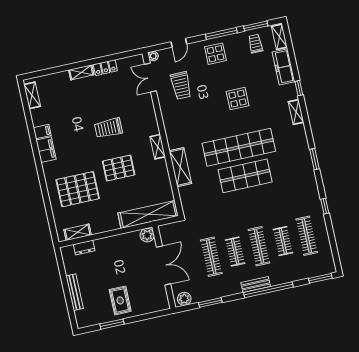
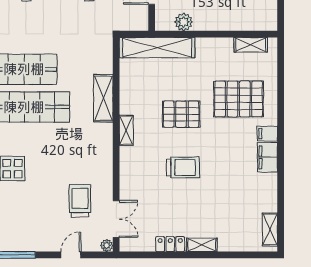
display table: (215, 54) -> (28, 231), removed
filing cabinet: (42, 132) -> (267, 134), moved
plant: (147, 235) -> (184, 22), moved
dresser: (84, 247) -> (247, 24), removed

